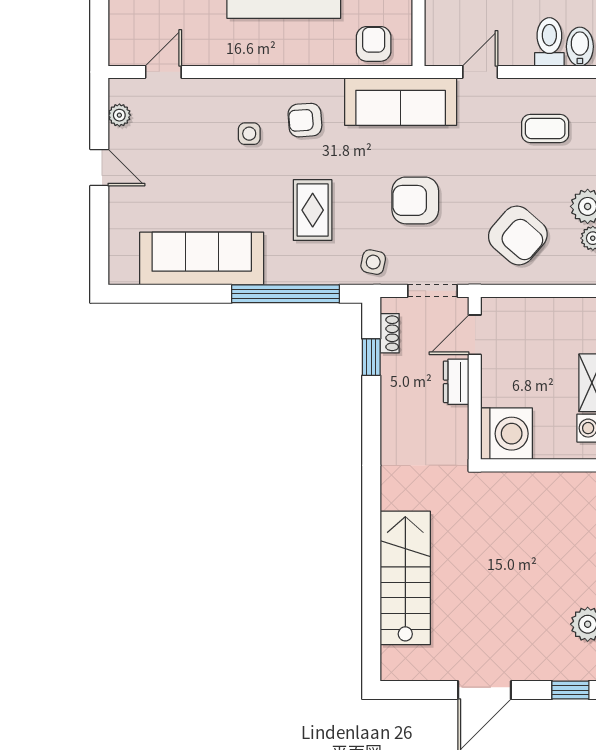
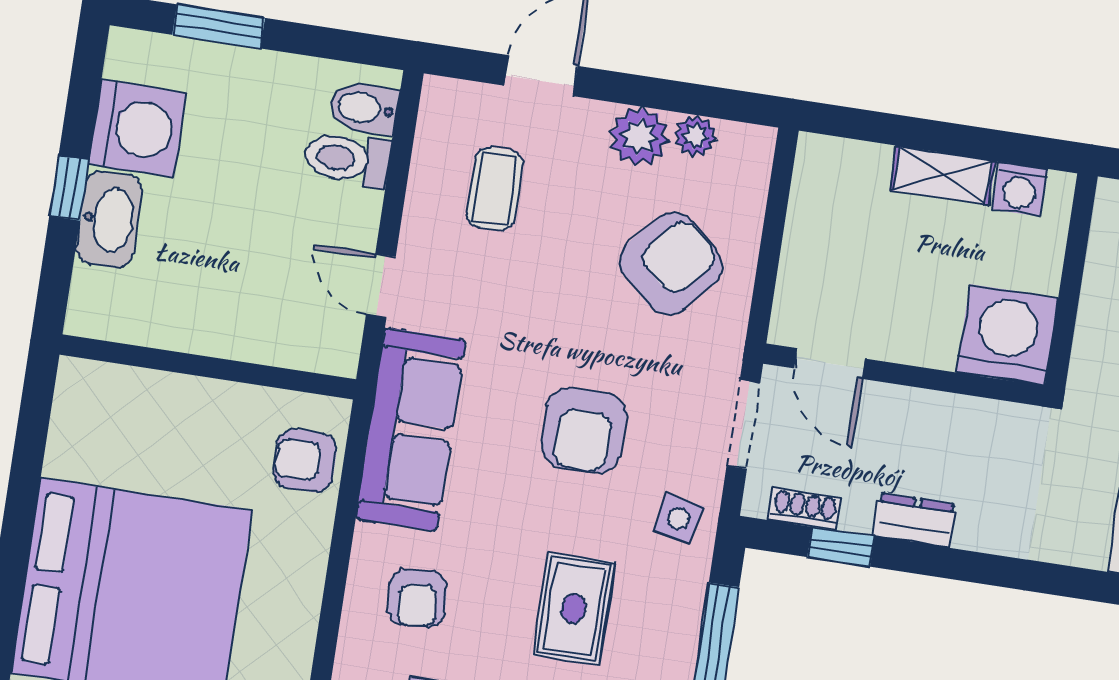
rug: (313, 210) -> (574, 609), turned 90
dresser: (456, 382) -> (915, 520), moved, turned 180

